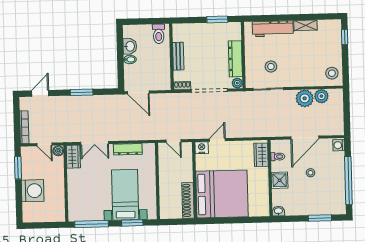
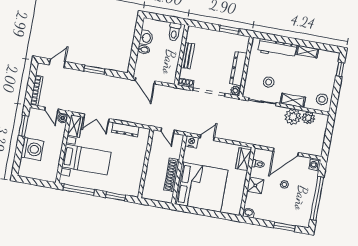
shelving: (301, 81) -> (293, 100), added
bed with nightstands: (125, 195) -> (86, 160), moved, turned 90
shoe rack: (188, 200) -> (172, 175), moved

